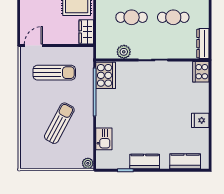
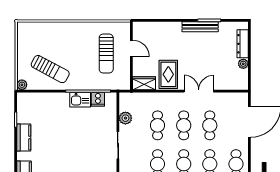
door: (33, 46) -> (131, 48), moved
cooker: (106, 75) -> (98, 99), width x0.53, depth x0.76
sun lounger: (59, 123) -> (50, 69), moved
kitchen sink: (104, 139) -> (80, 100), moved

